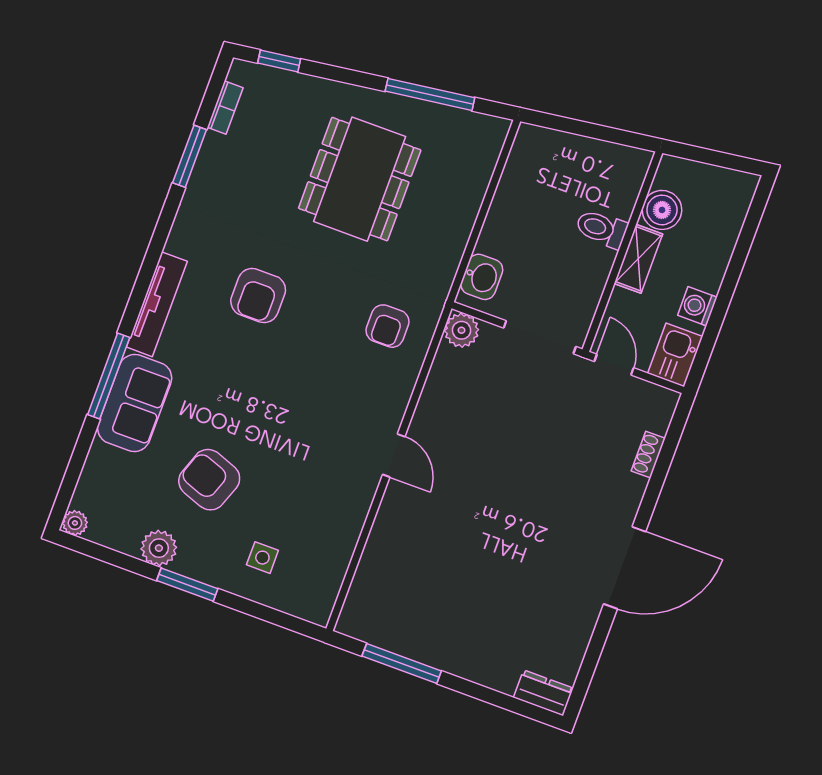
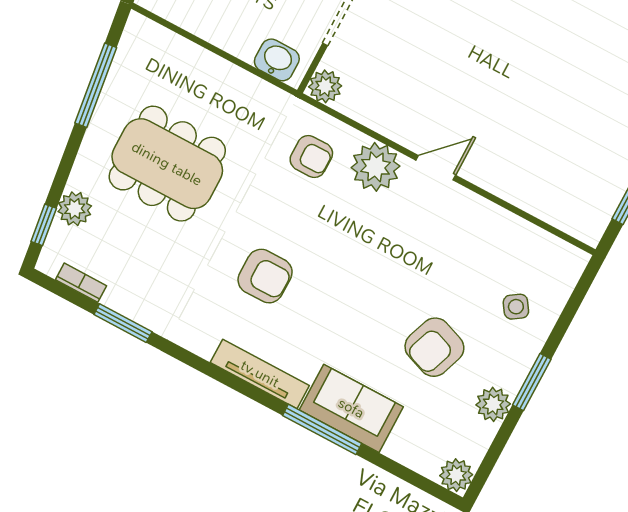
plant: (300, 90) -> (75, 209), added
plant: (386, 393) -> (376, 167), added
plant: (75, 523) -> (456, 475), width x1.38, depth x1.38
side table: (262, 558) -> (516, 307), turned -34

